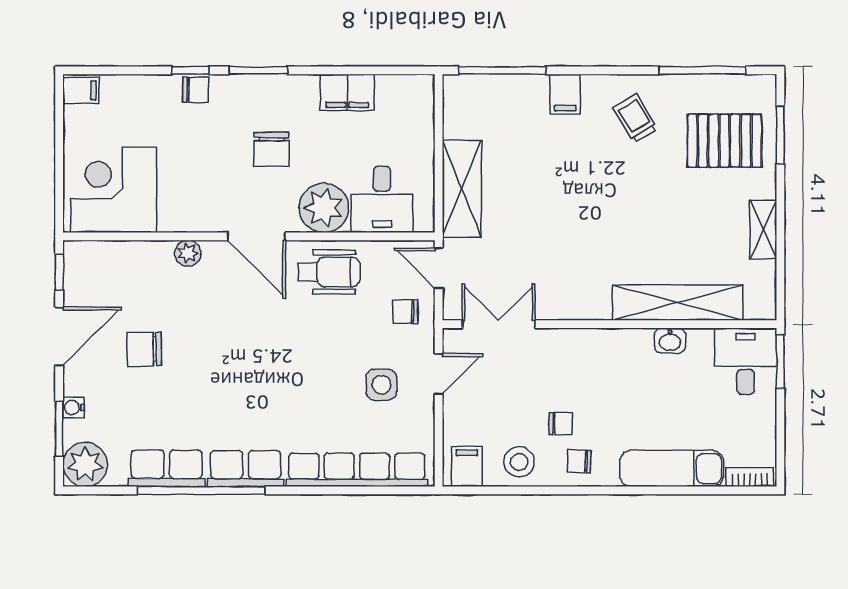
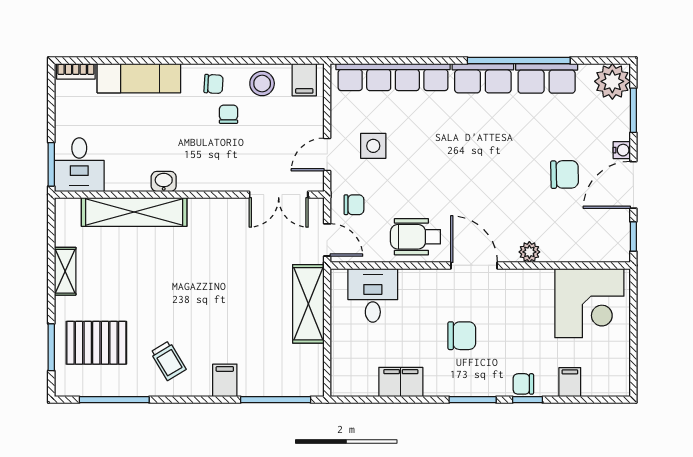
filing cabinet: (81, 90) -> (570, 382), moved, turned 90
chair: (272, 149) -> (462, 336), turned 90
plant: (324, 208) -> (420, 289), removed
washbasin: (670, 341) -> (164, 181), moved
water cooler: (74, 408) -> (622, 150), moved
chair: (561, 424) -> (228, 114), turned 90

